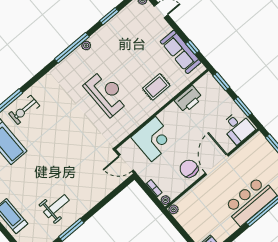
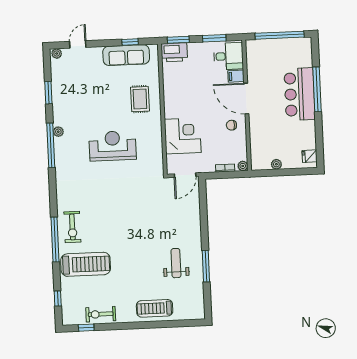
printer: (189, 99) -> (174, 52), moved, turned 90
filing cabinet: (227, 144) -> (236, 76), added
chair: (189, 169) -> (231, 125), width x0.54, depth x0.54
plant: (174, 209) -> (276, 164), moved

